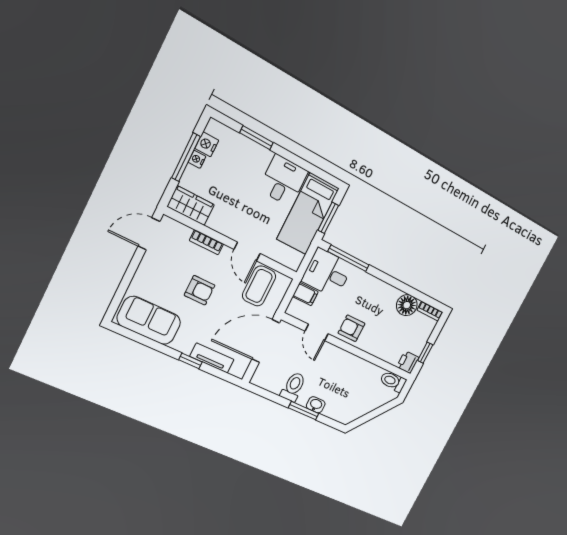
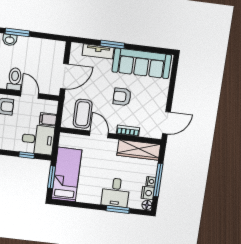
floor lamp: (214, 127) -> (147, 205), added
desk: (283, 181) -> (116, 192), moved
wardrobe: (191, 206) -> (139, 150), width x1.50
window: (348, 258) -> (27, 155), width x0.46
sofa: (149, 320) -> (142, 63), width x1.36
door: (266, 341) -> (64, 76), width x0.73
window: (190, 361) -> (112, 44), width x1.50
toilet: (293, 387) -> (15, 79), moved, turned 180

